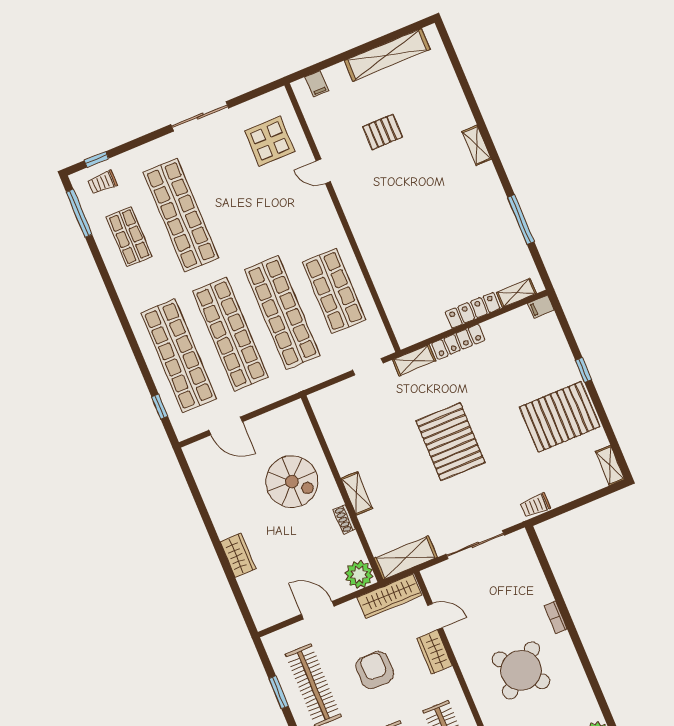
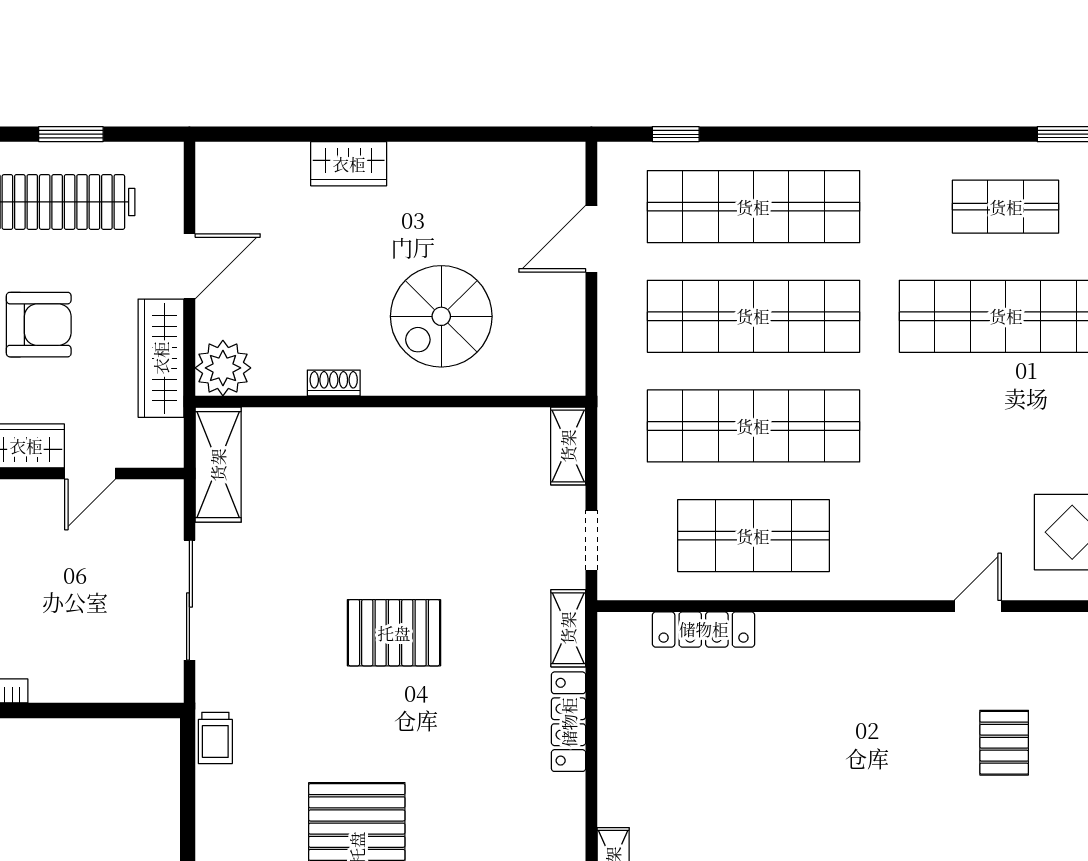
locker: (473, 310) -> (704, 629), moved, turned 90
pallet: (451, 442) -> (394, 633), width x0.73, depth x0.71
shelving: (357, 493) -> (568, 446), moved, turned 90
trolley: (535, 505) -> (215, 738), turned 180
wardrobe: (389, 596) -> (161, 358), moved

